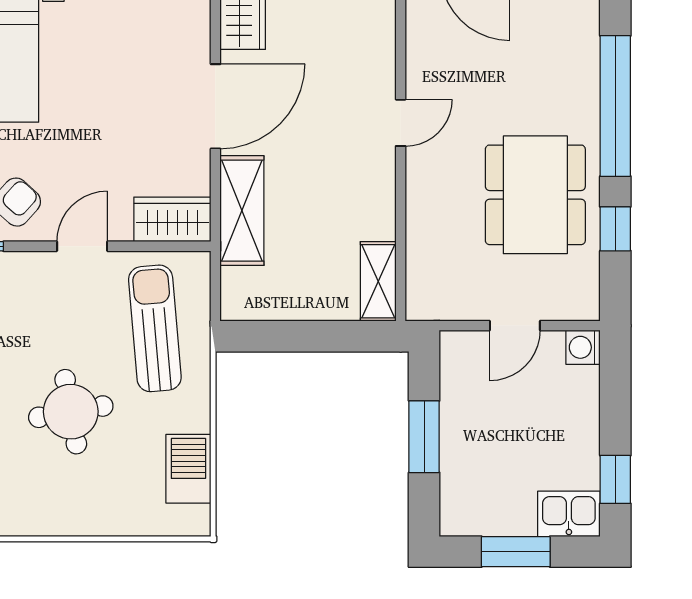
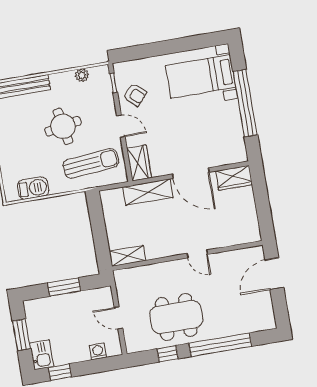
washing machine: (583, 347) -> (98, 351), moved
round table: (71, 412) -> (63, 126), moved

